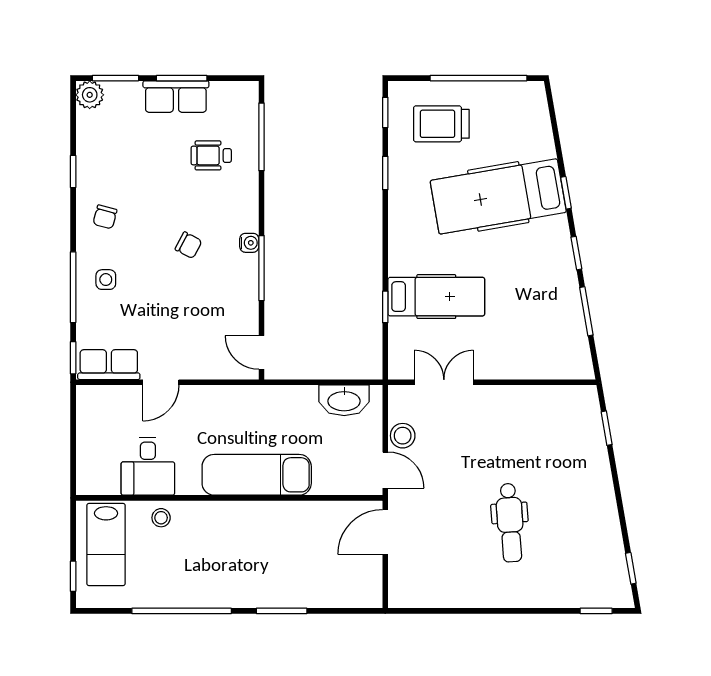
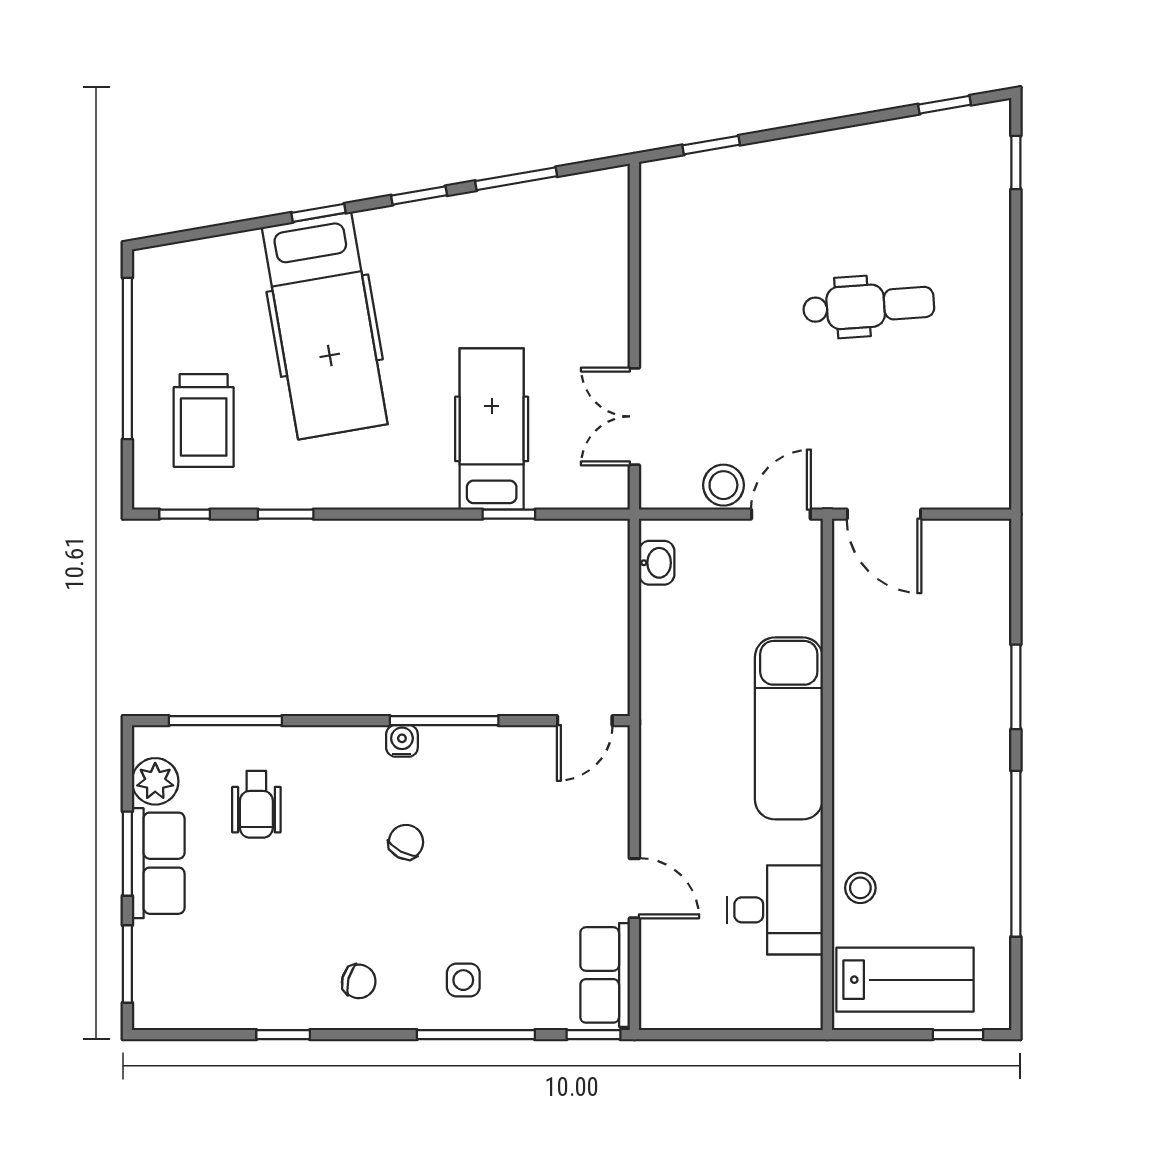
plant: (90, 95) -> (155, 781), moved
washbasin: (344, 400) -> (657, 563), width x0.52, depth x0.69

